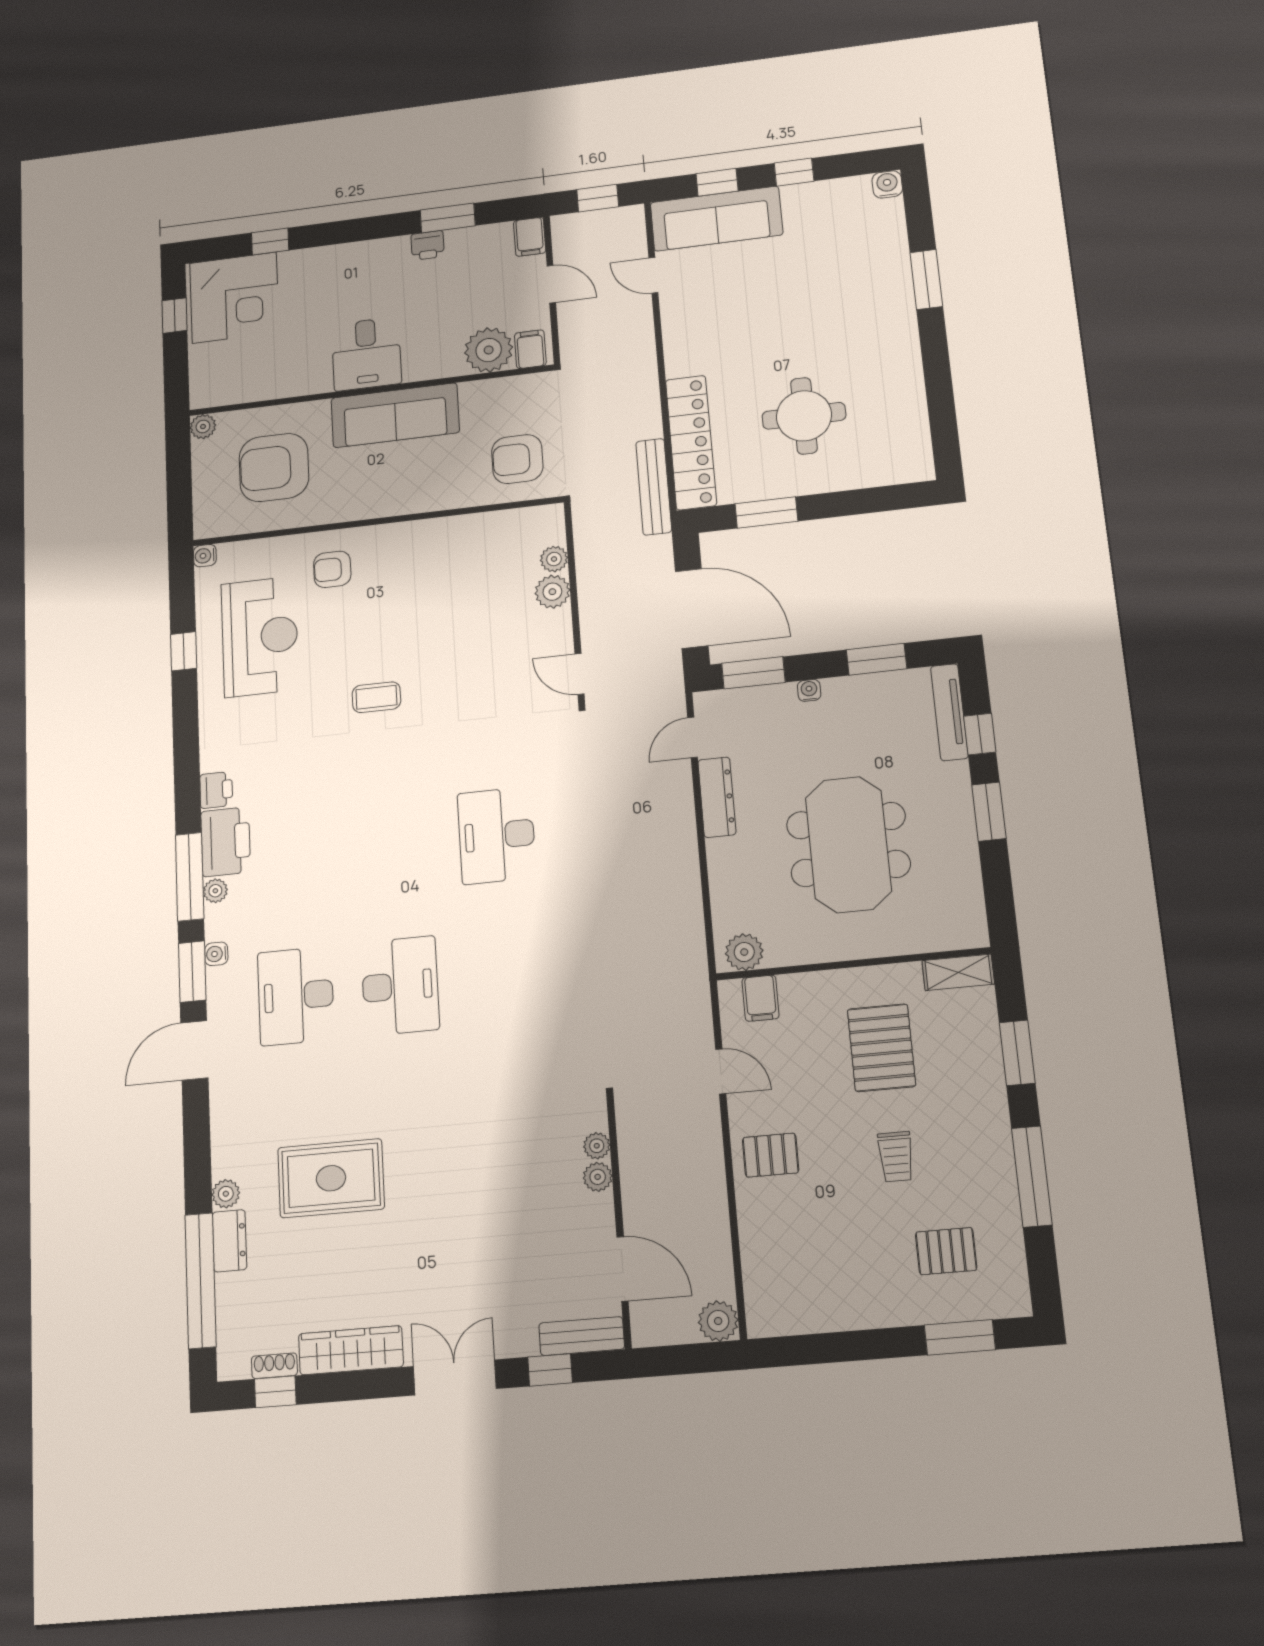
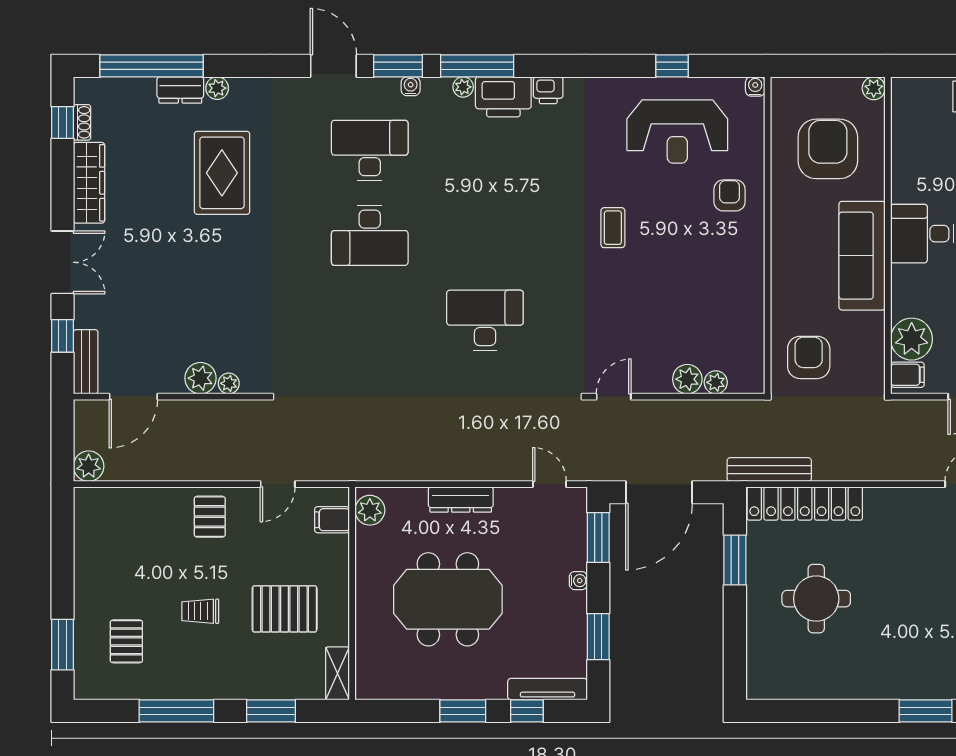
dresser: (717, 797) -> (461, 499), moved
plant: (598, 1177) -> (200, 378), width x1.38, depth x1.38

